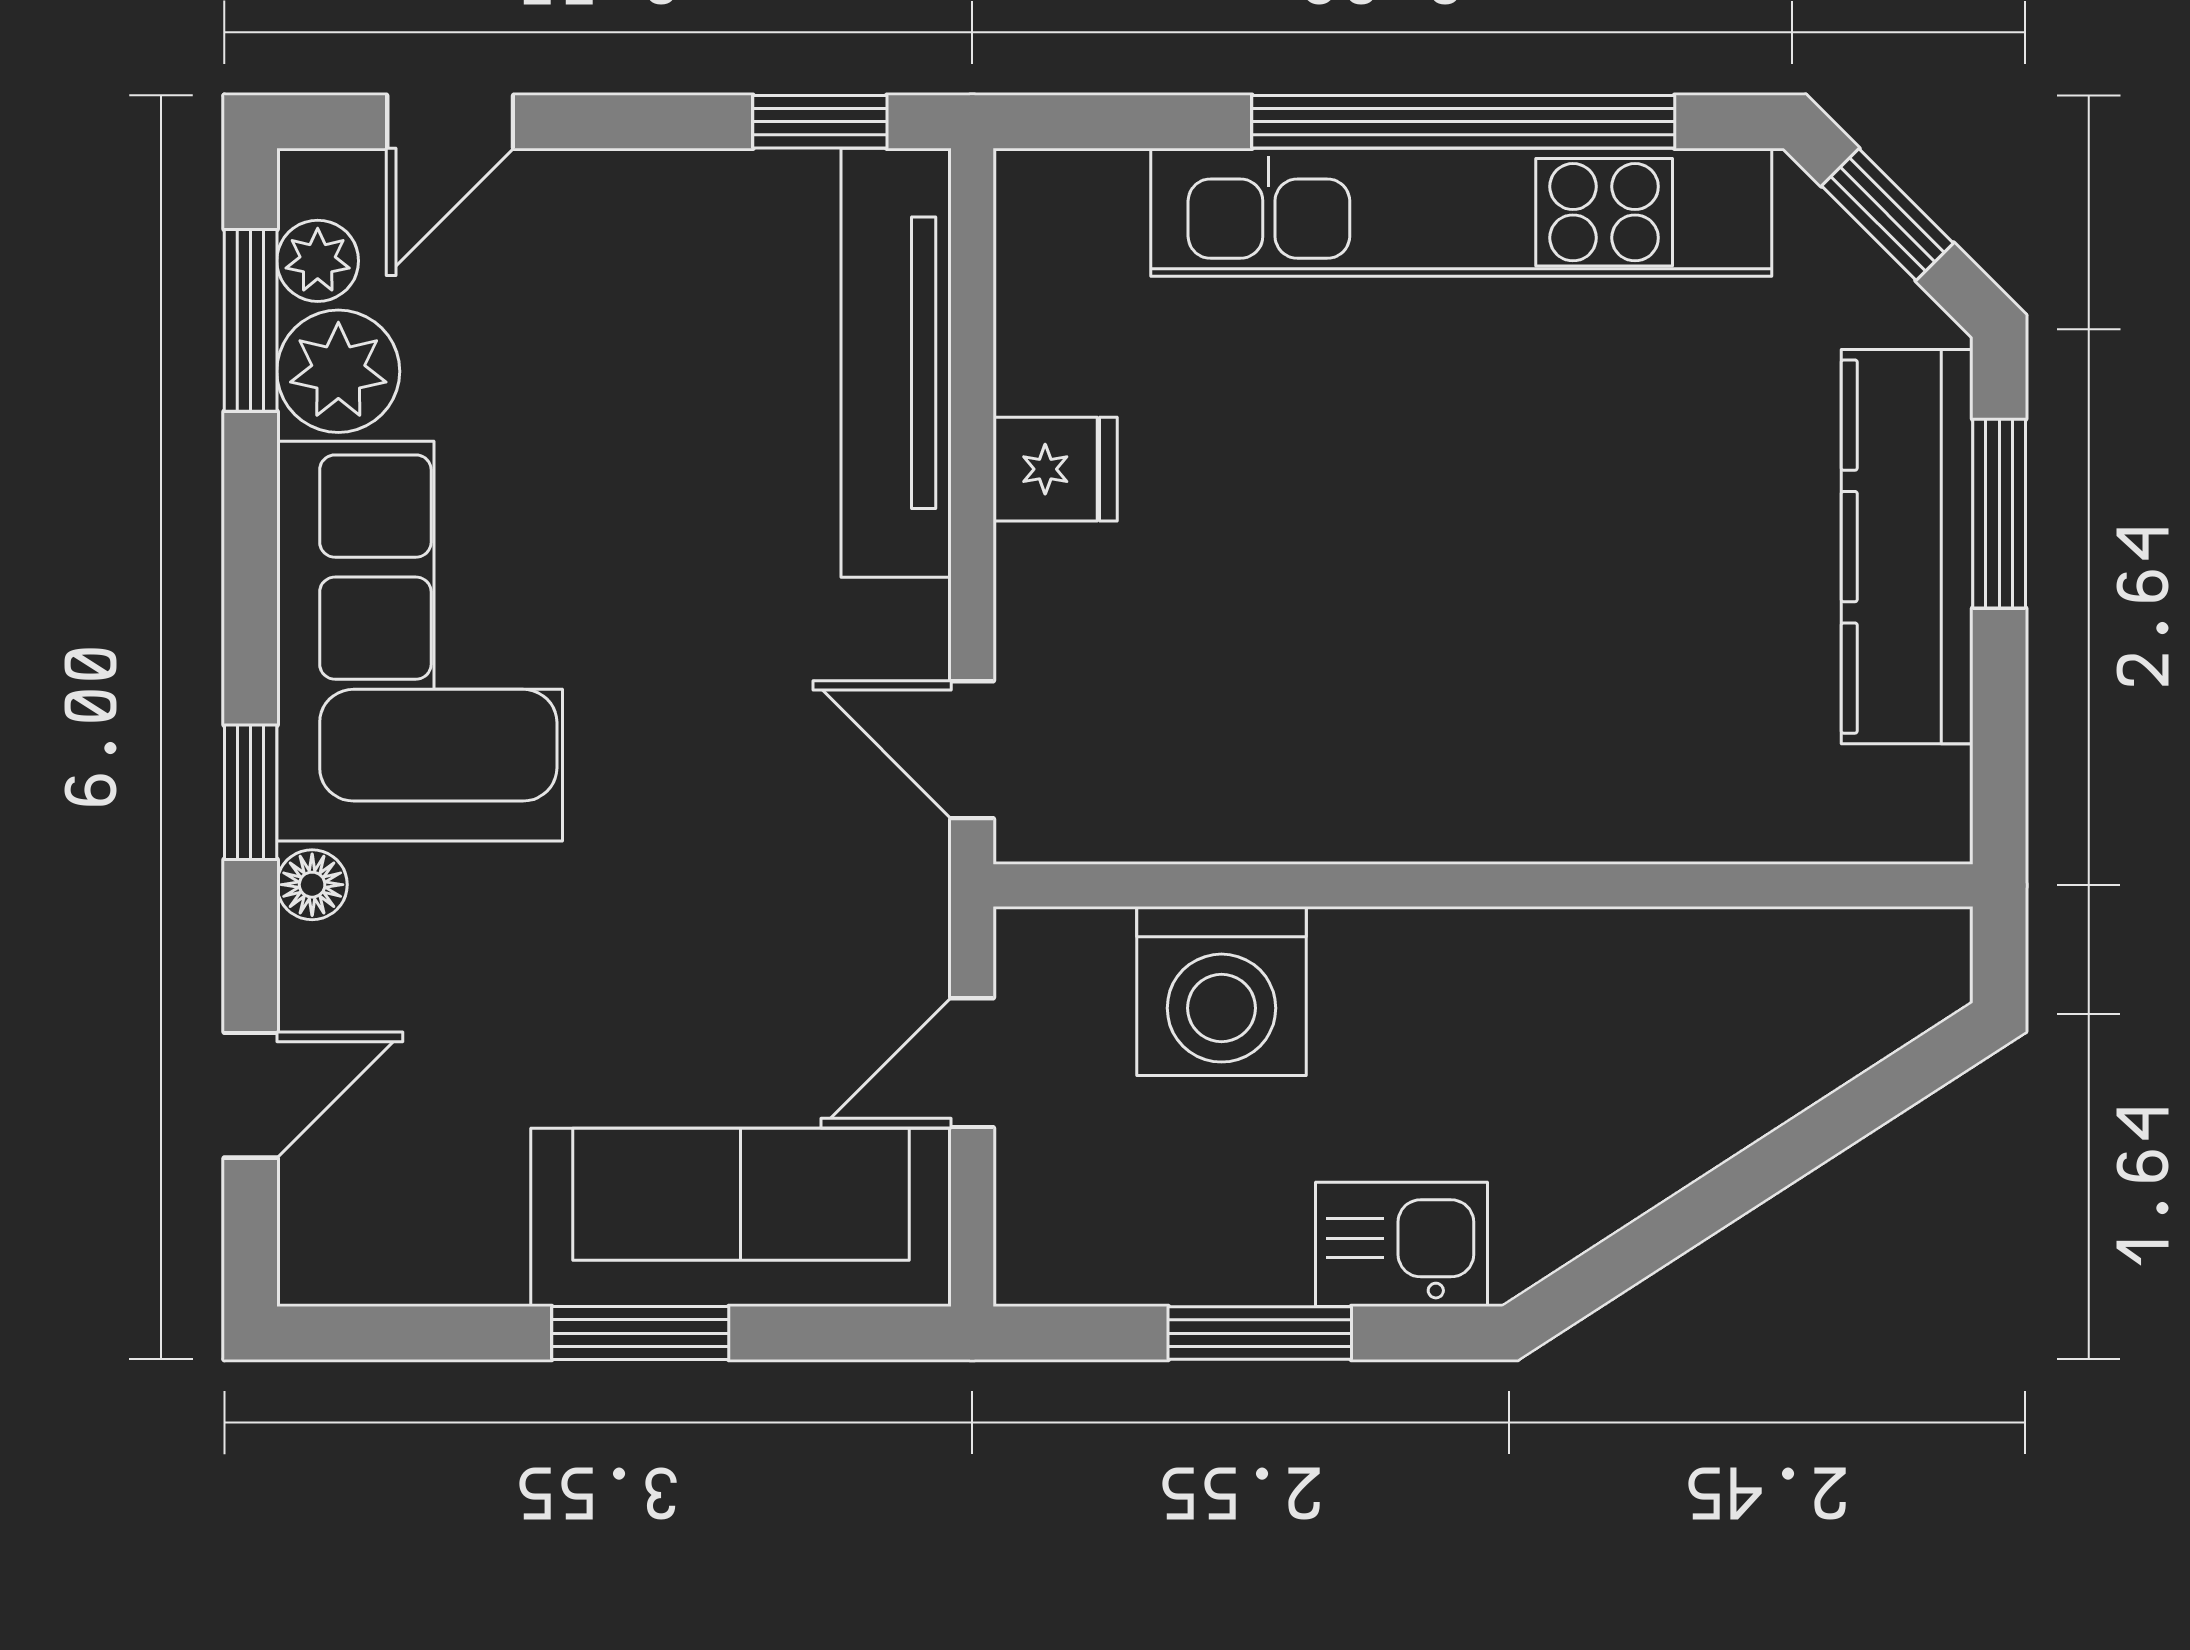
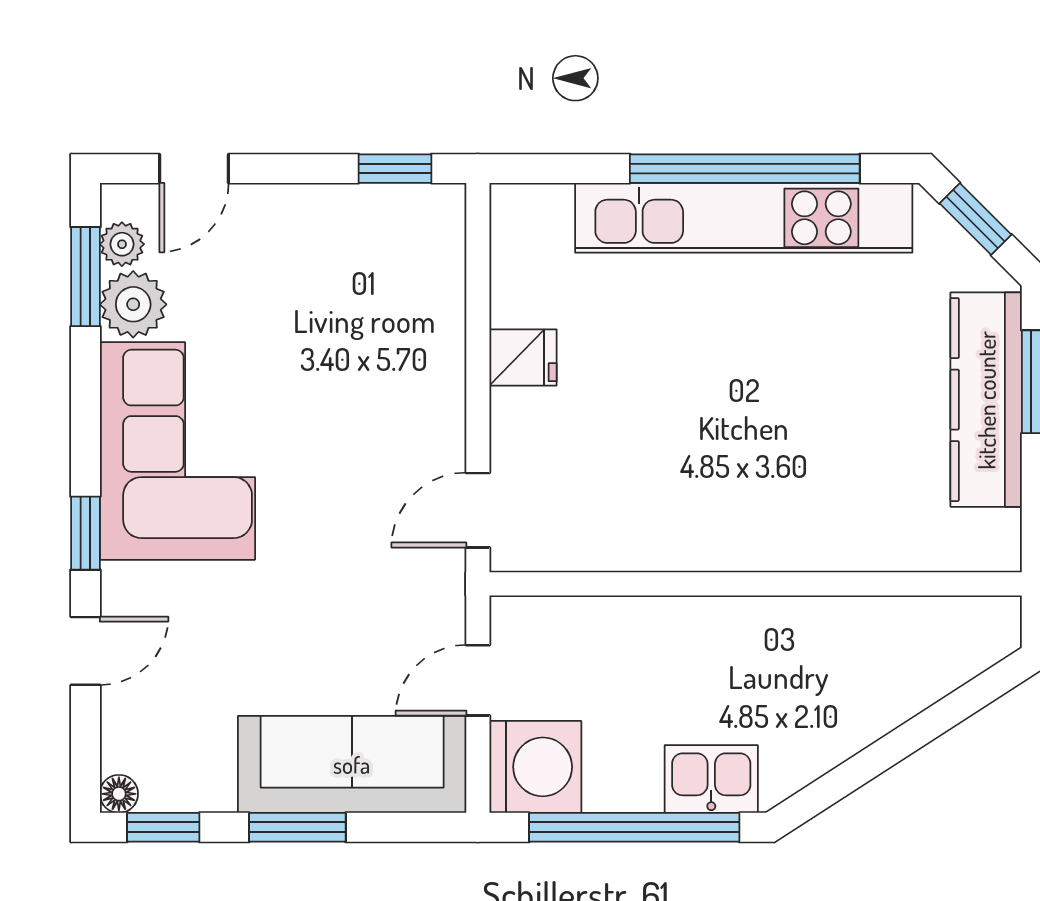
tv unit: (896, 363) -> (437, 300), removed
door: (972, 750) -> (478, 510), hinge flipped
floor lamp: (312, 885) -> (119, 794), moved
washing machine: (1221, 991) -> (535, 767), moved, turned -90
door: (251, 1095) -> (86, 651), moved
window: (394, 1333) -> (163, 827), added
window: (1260, 1333) -> (634, 827), width x2.11

